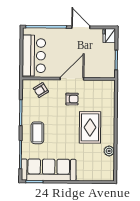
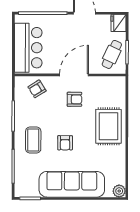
cafe table: (104, 62) -> (112, 54), added
rug: (90, 127) -> (109, 126), moved
armchair: (64, 135) -> (65, 143), added
plant: (109, 151) -> (119, 191), moved
sofa: (49, 170) -> (72, 184), moved

